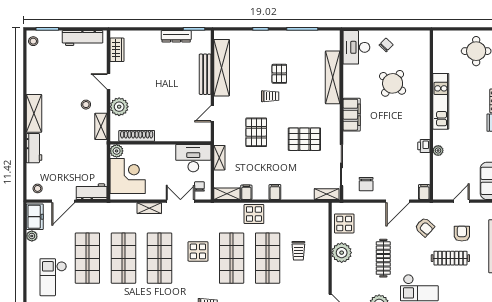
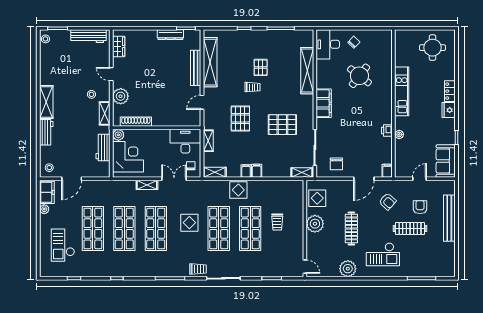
workbench: (92, 192) -> (103, 147), moved, turned -90
filing cabinet: (246, 192) -> (246, 171), moved

